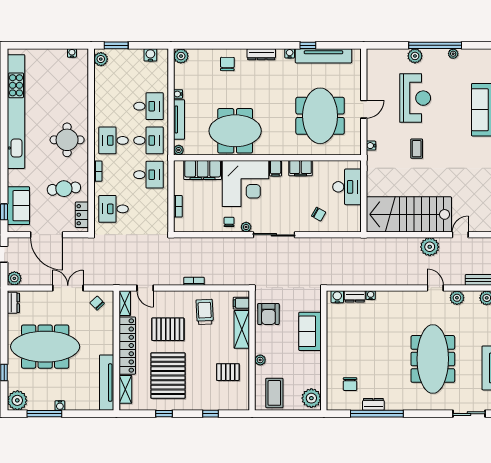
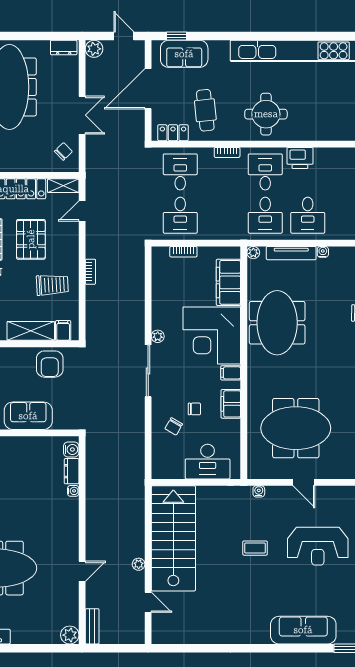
printer: (102, 112) -> (300, 158), added
desk: (148, 175) -> (180, 215), moved
chair: (229, 222) -> (194, 409), moved
plant: (430, 247) -> (139, 564), width x0.53, depth x0.53
plant: (457, 298) -> (70, 598), removed
armchair: (268, 314) -> (50, 364), turned -90

